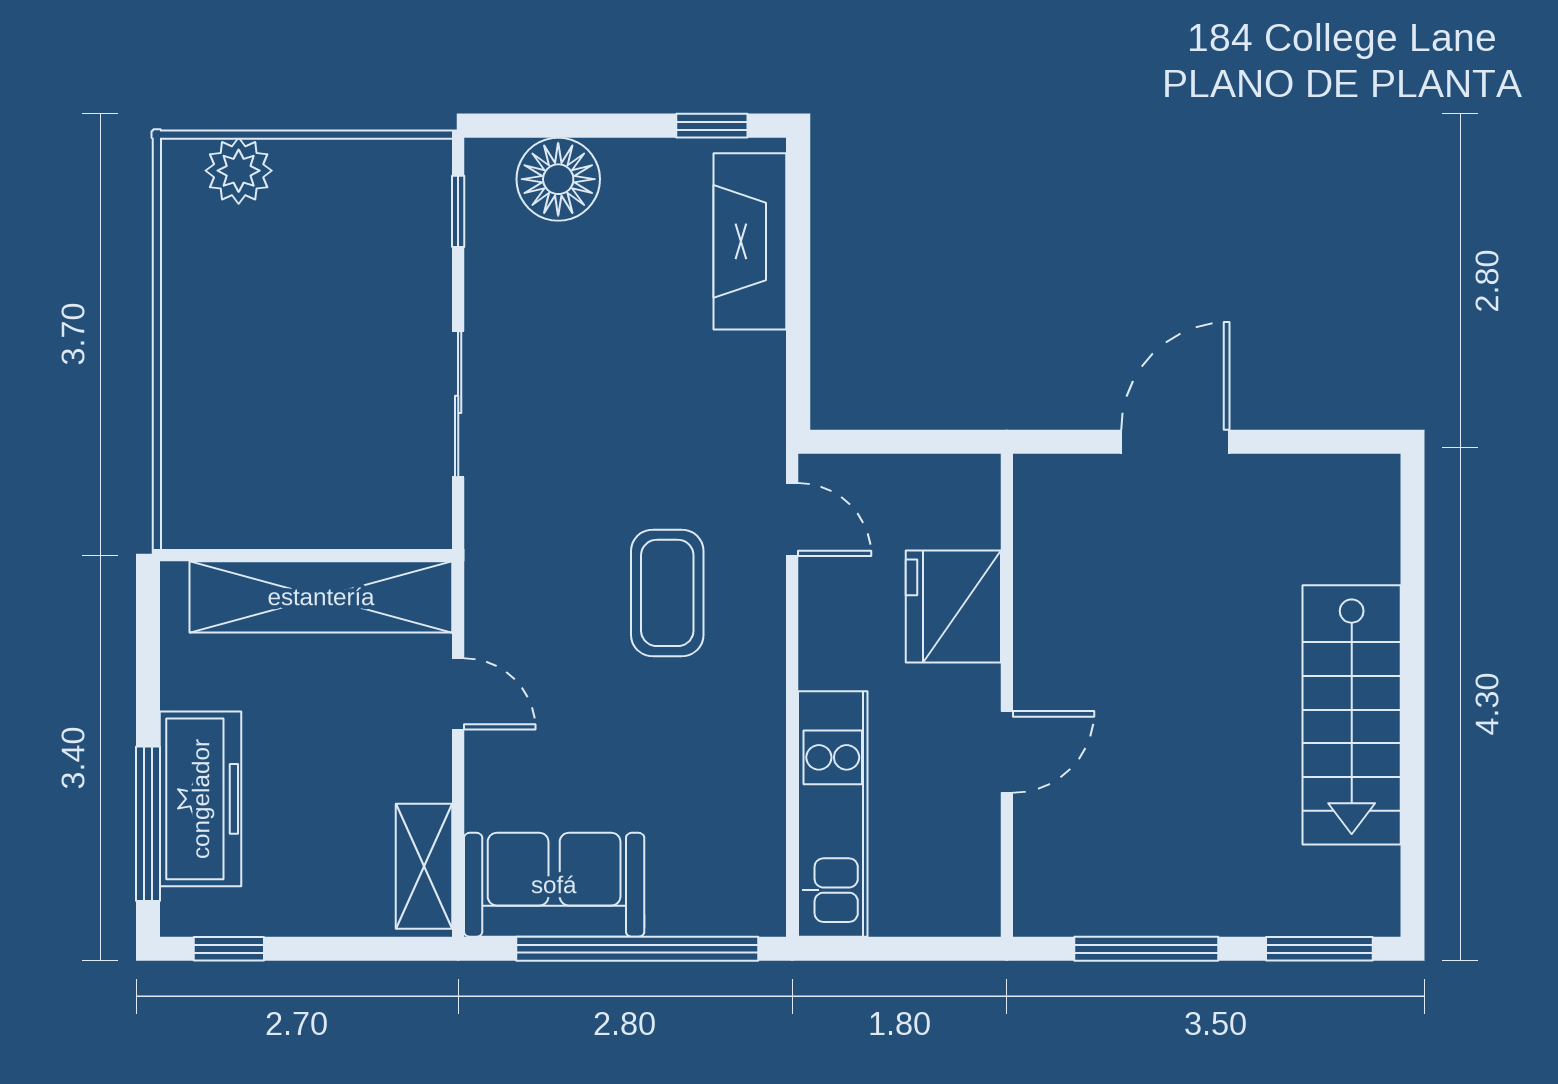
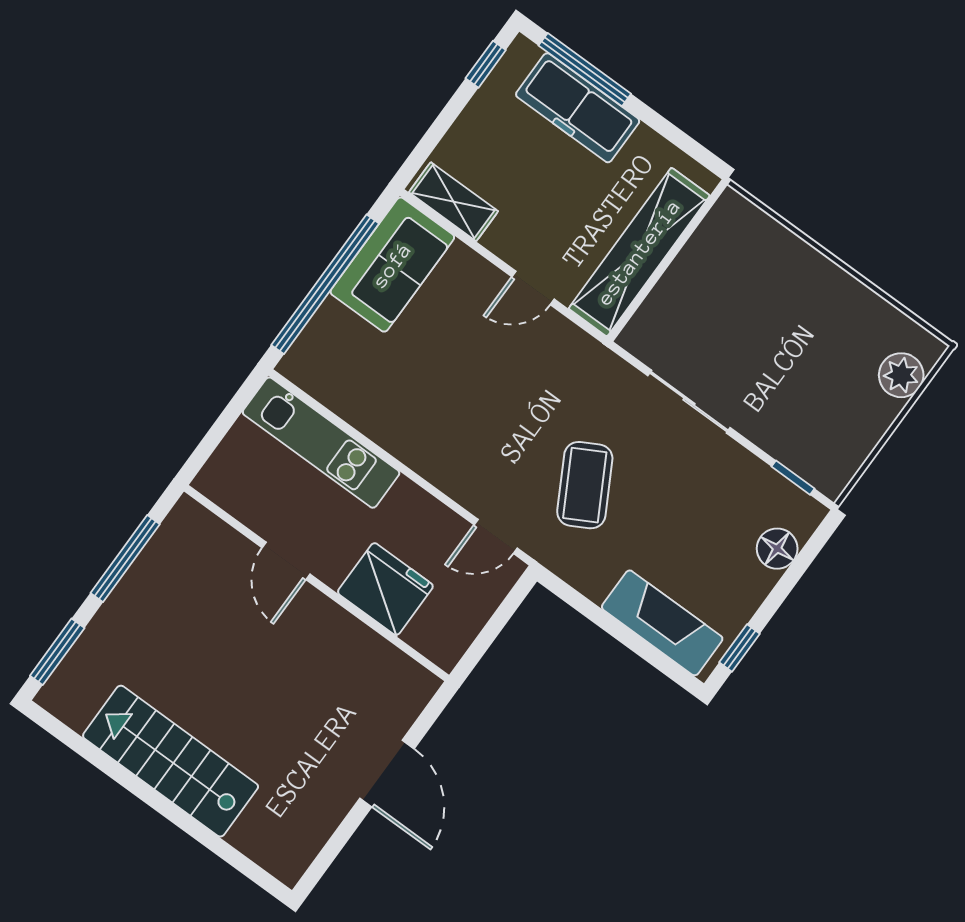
floor lamp: (558, 179) -> (777, 549), width x0.73, depth x0.73
coffee table: (667, 593) -> (585, 485), moved, turned 61

